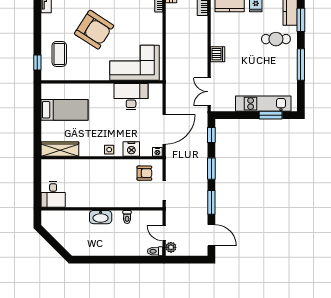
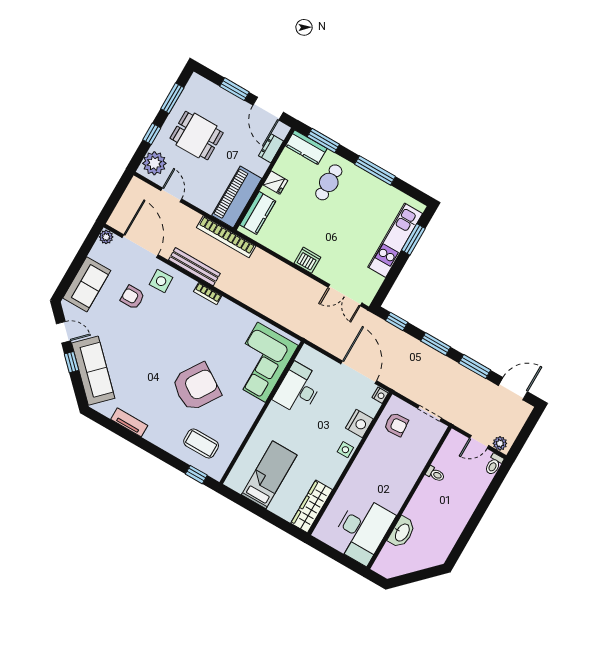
armchair: (144, 173) -> (396, 425), turned 86
desk: (53, 194) -> (362, 530), width x1.87, depth x1.30
washbasin: (101, 217) -> (402, 532), moved

